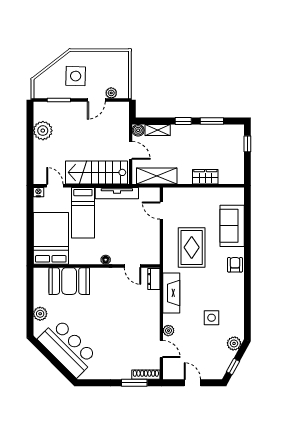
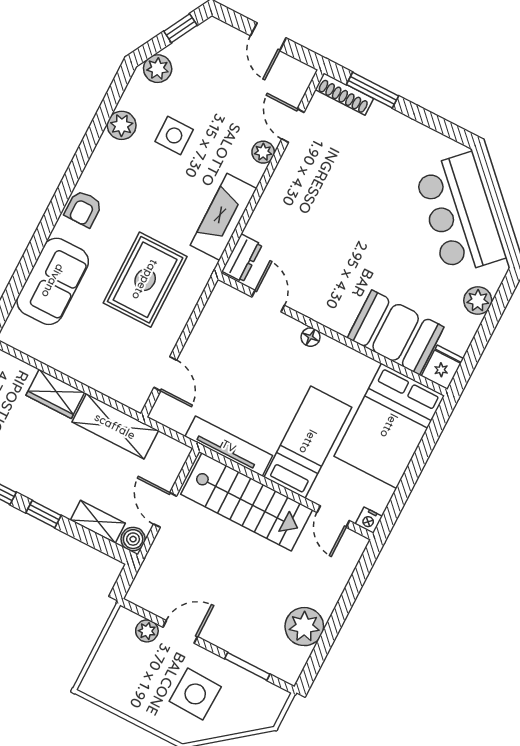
shelving: (157, 176) -> (115, 426), moved
fridge: (41, 276) -> (442, 367), added
plant: (237, 310) -> (122, 125), added

